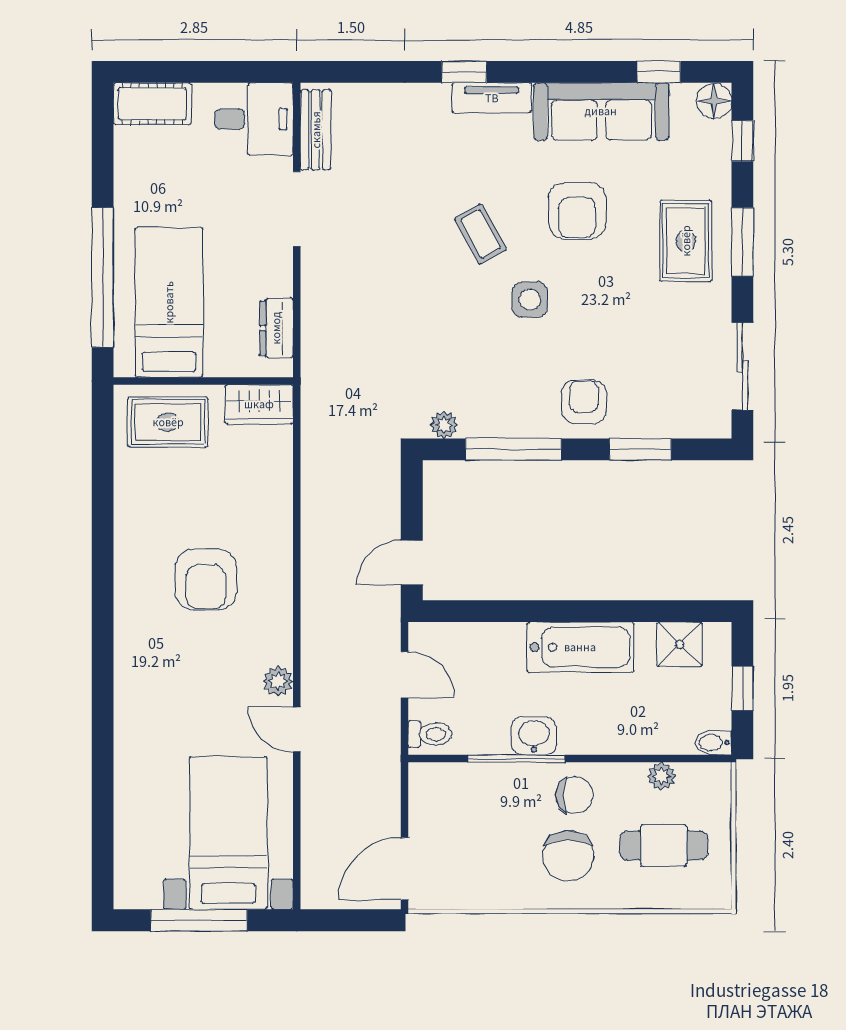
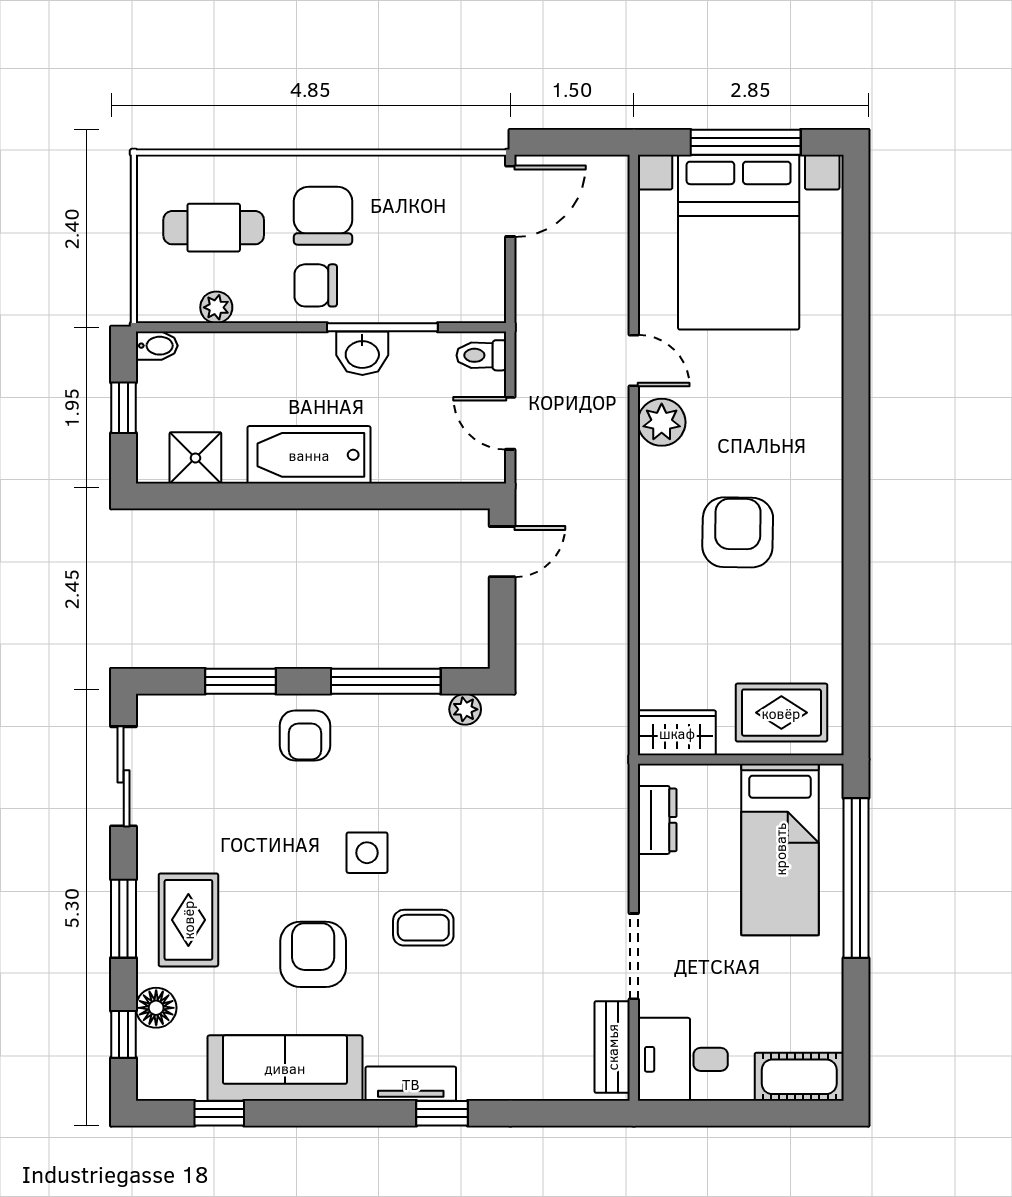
floor lamp: (714, 101) -> (156, 1008), moved
coffee table: (481, 234) -> (423, 928), turned -61
plant: (278, 681) -> (662, 422), width x1.38, depth x1.38
bed with nightstands: (228, 833) -> (739, 242), width x1.36

